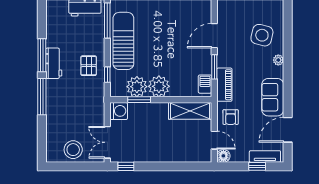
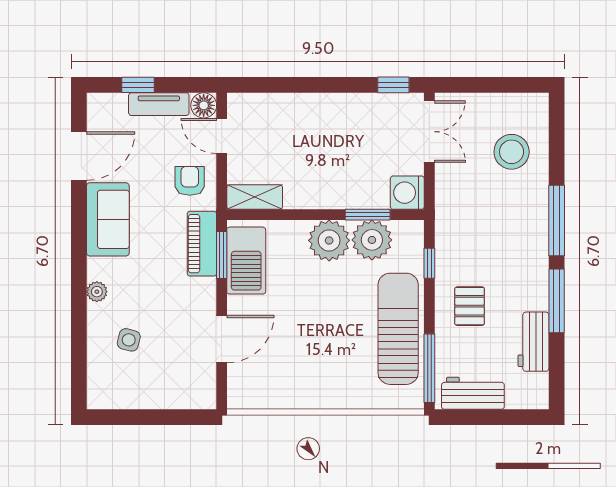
side table: (262, 35) -> (129, 340), width x0.54, depth x0.54
sun lounger: (123, 41) -> (398, 329), turned 180
workbench: (54, 63) -> (533, 342), moved
pallet: (89, 66) -> (470, 306), moved
window: (214, 67) -> (222, 255), moved
barbecue: (205, 84) -> (246, 261), width x1.88, depth x1.53
shelving: (190, 111) -> (255, 197), width x0.67, depth x0.75
stool: (73, 150) -> (512, 152), moved
tv unit: (265, 156) -> (159, 104), moved

